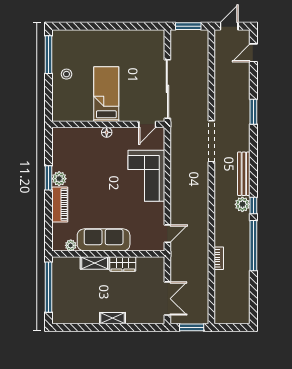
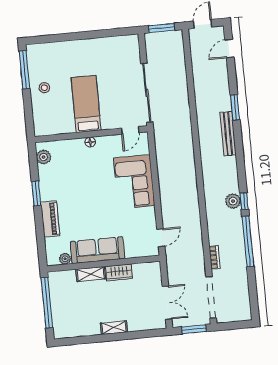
doorway: (211, 141) -> (211, 297), moved
bench: (244, 174) -> (228, 134), moved
plant: (59, 179) -> (44, 157), moved

